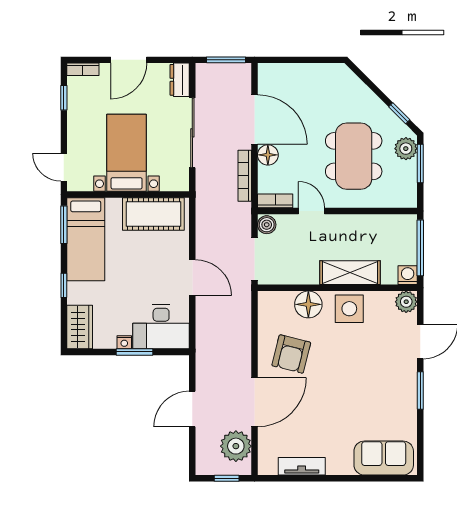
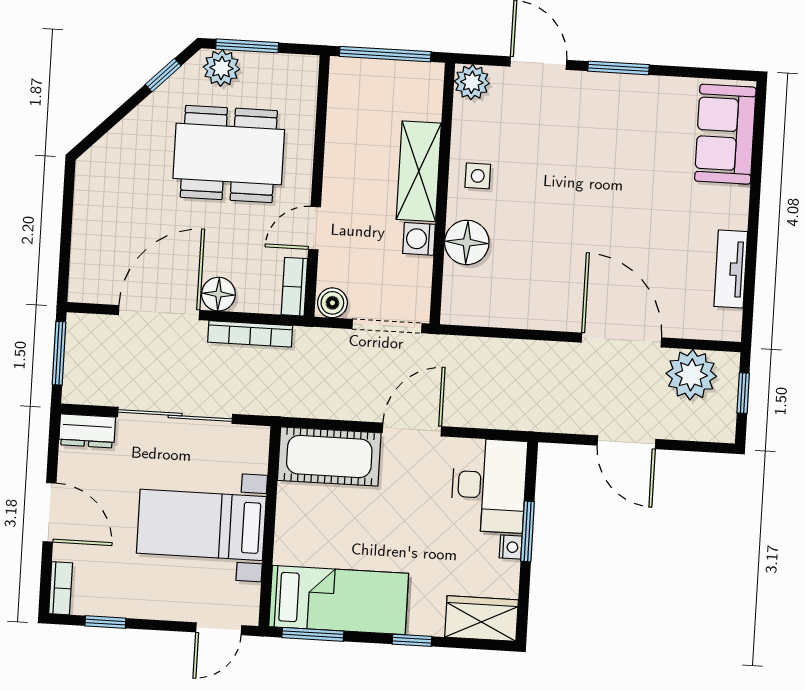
cot: (153, 214) -> (329, 457), moved, turned 90
washing machine: (408, 275) -> (419, 239), moved
side table: (349, 309) -> (478, 176), width x0.54, depth x0.54
armchair: (291, 354) -> (546, 275), removed

